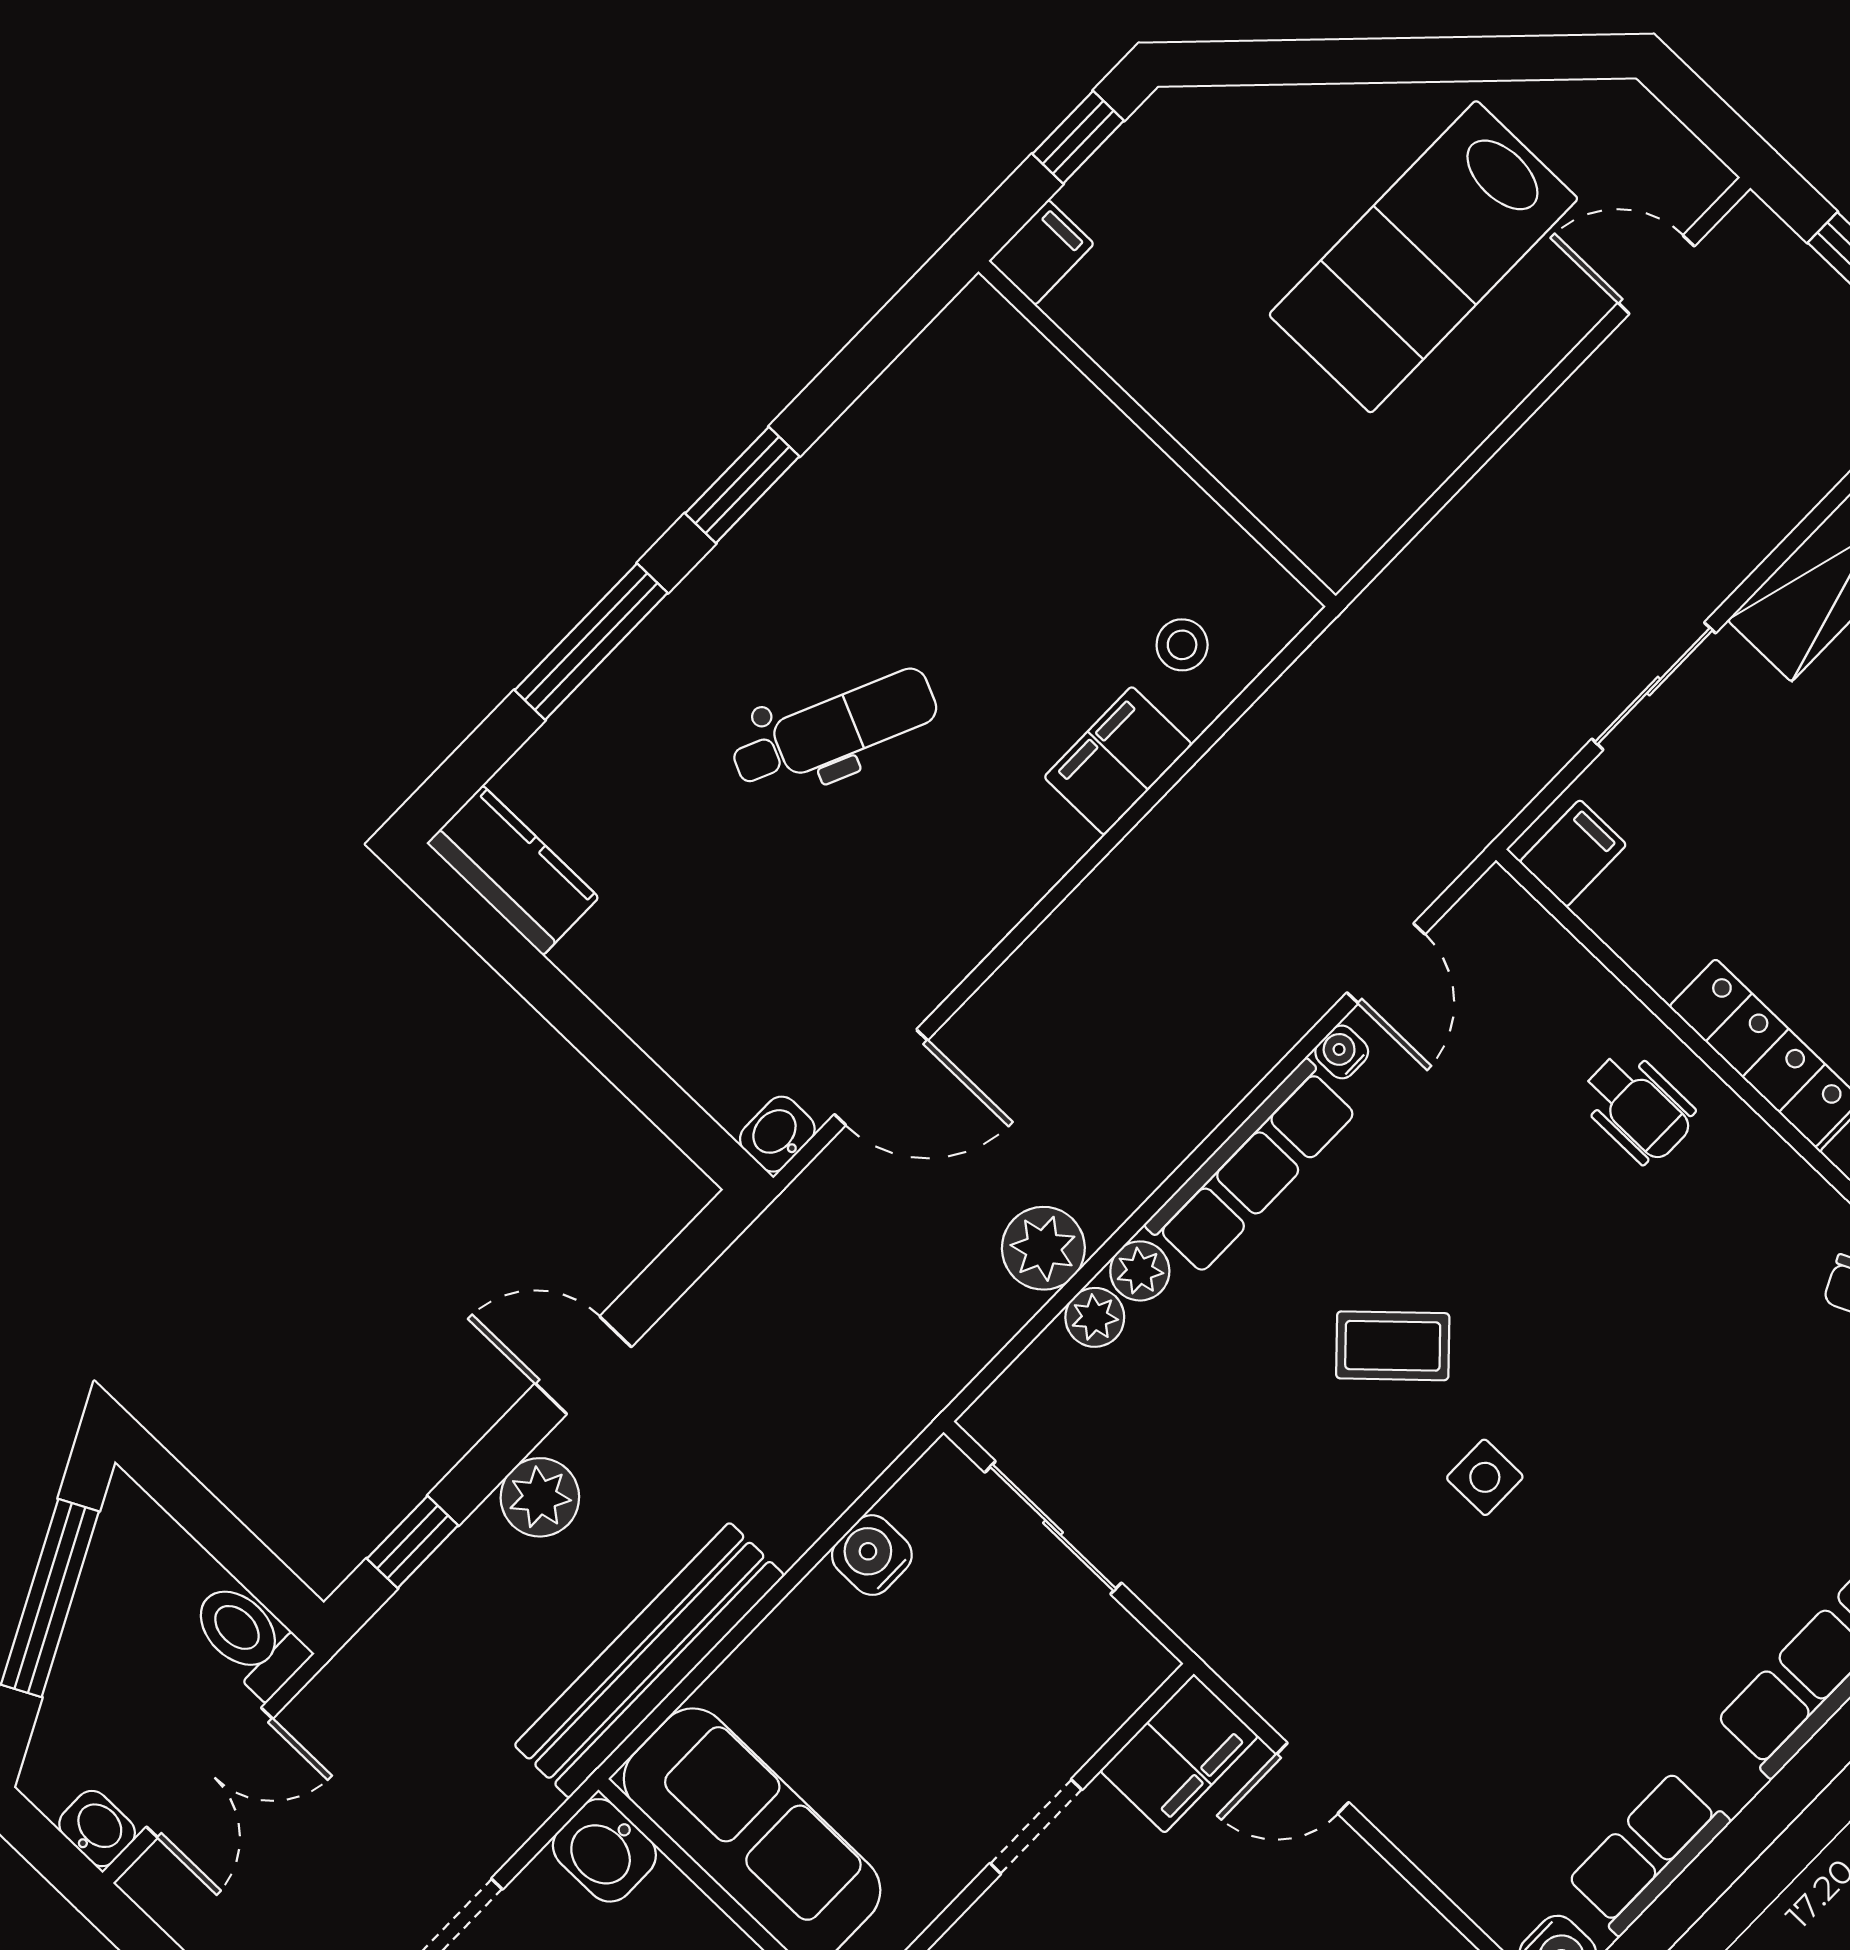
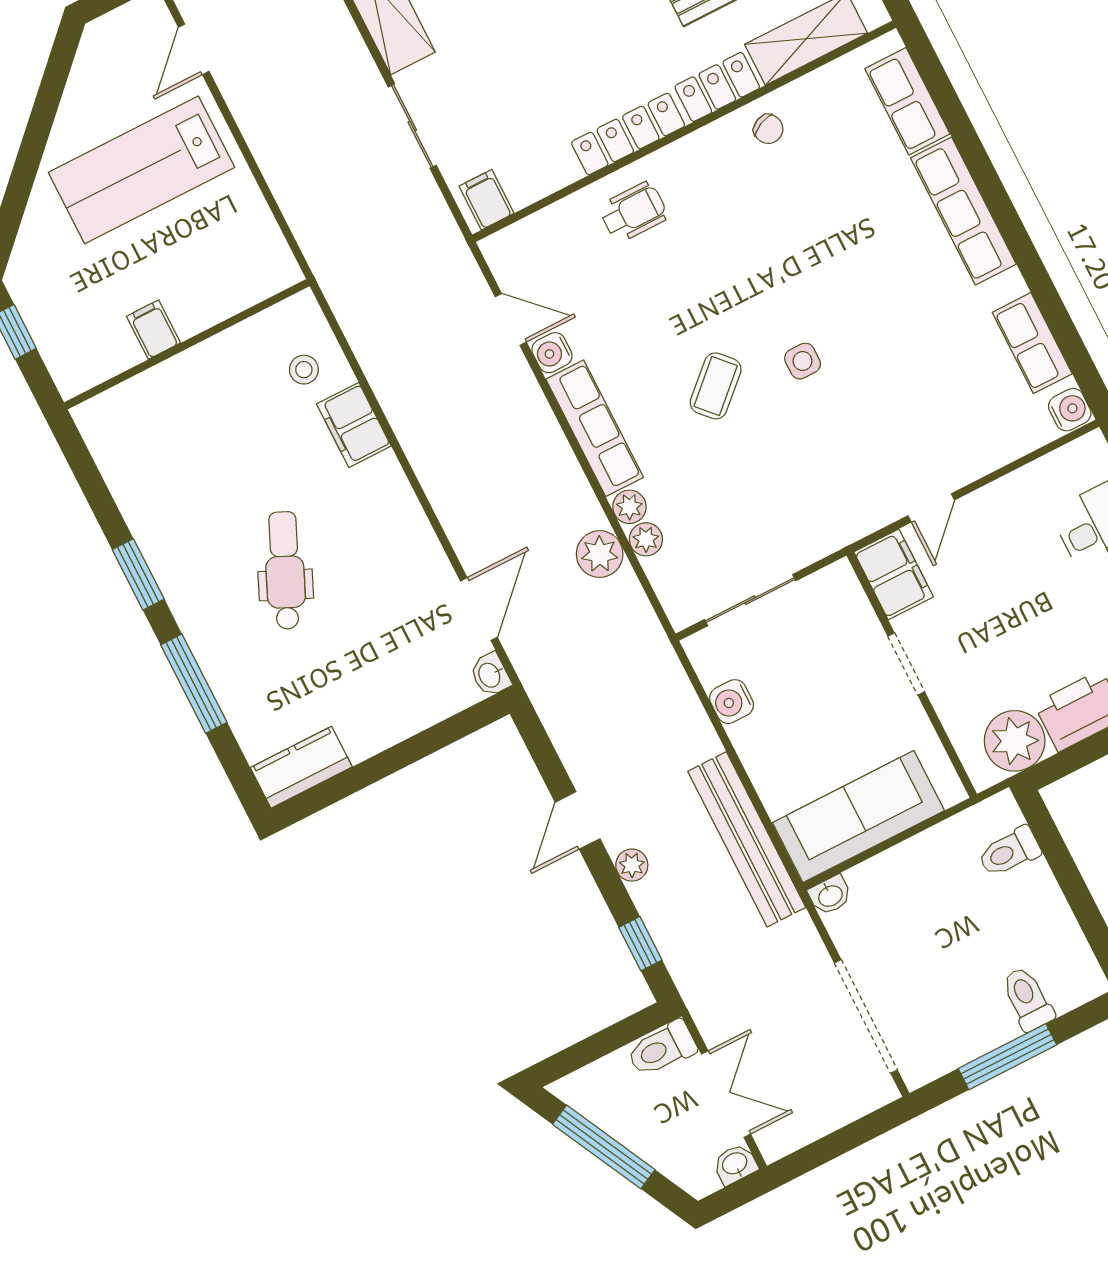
filing cabinet: (1041, 252) -> (153, 330), moved
lab bench: (1423, 257) -> (142, 170), turned 90
water cooler: (1342, 1052) -> (552, 353), width x1.38, depth x1.38
plant: (540, 1497) -> (632, 865), width x0.73, depth x0.73
washbasin: (604, 1850) -> (830, 895), width x0.72, depth x0.69

